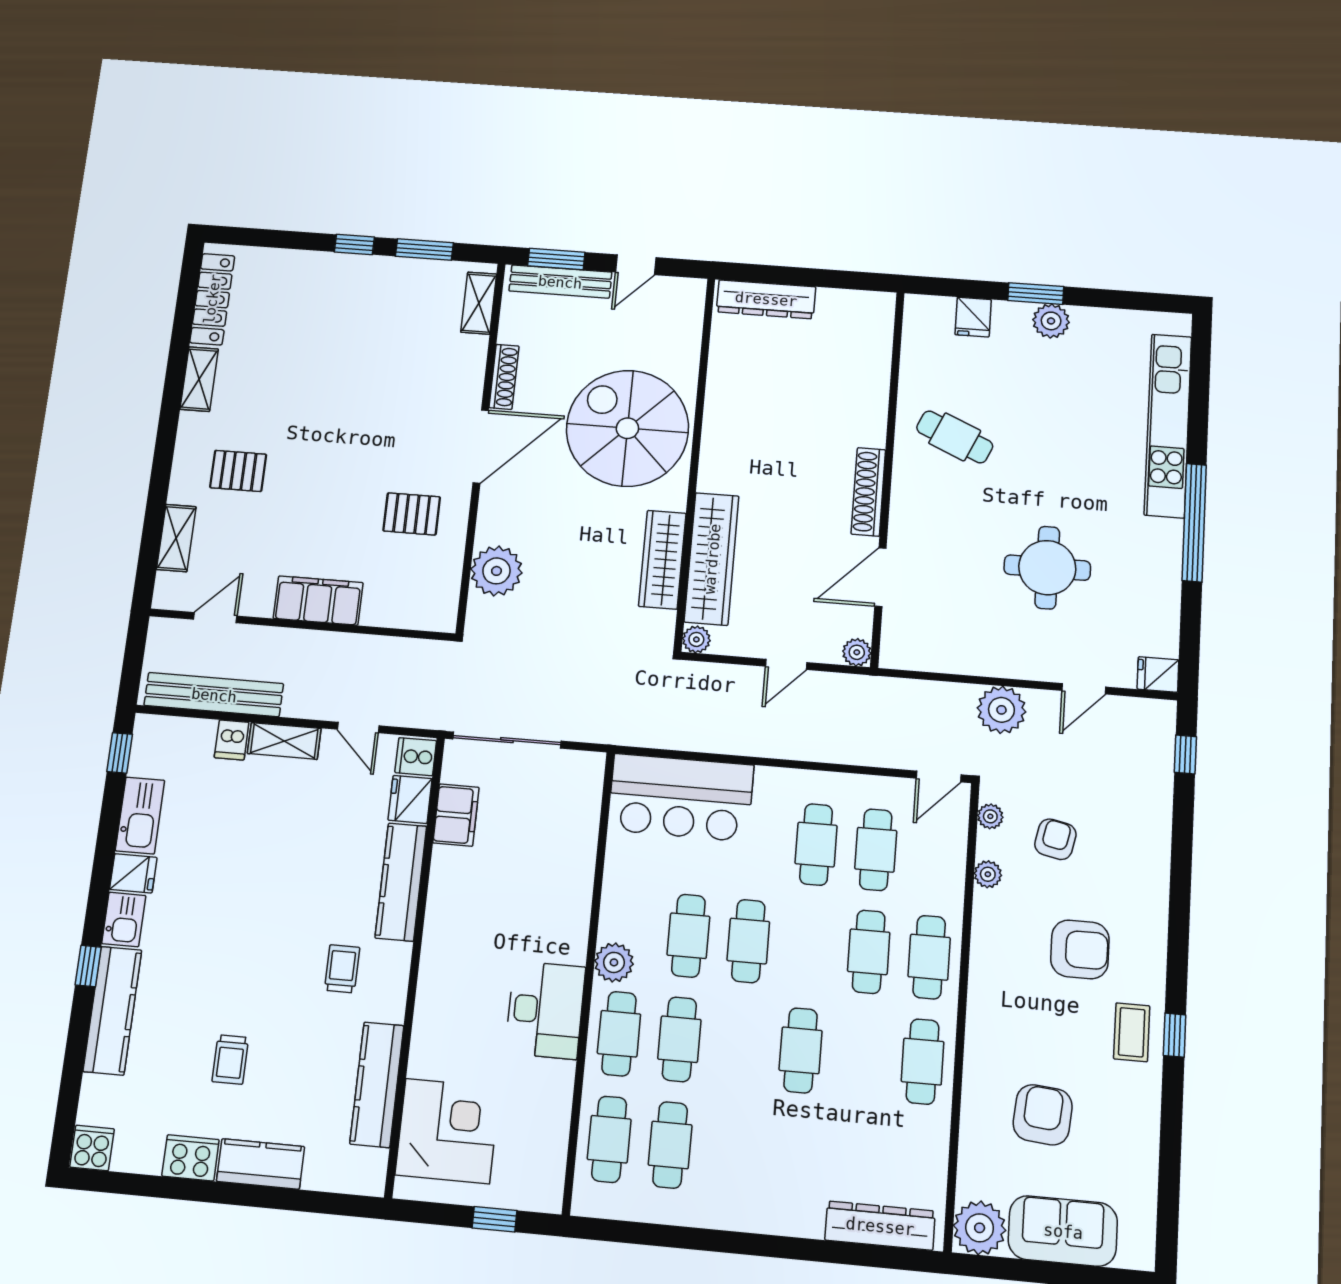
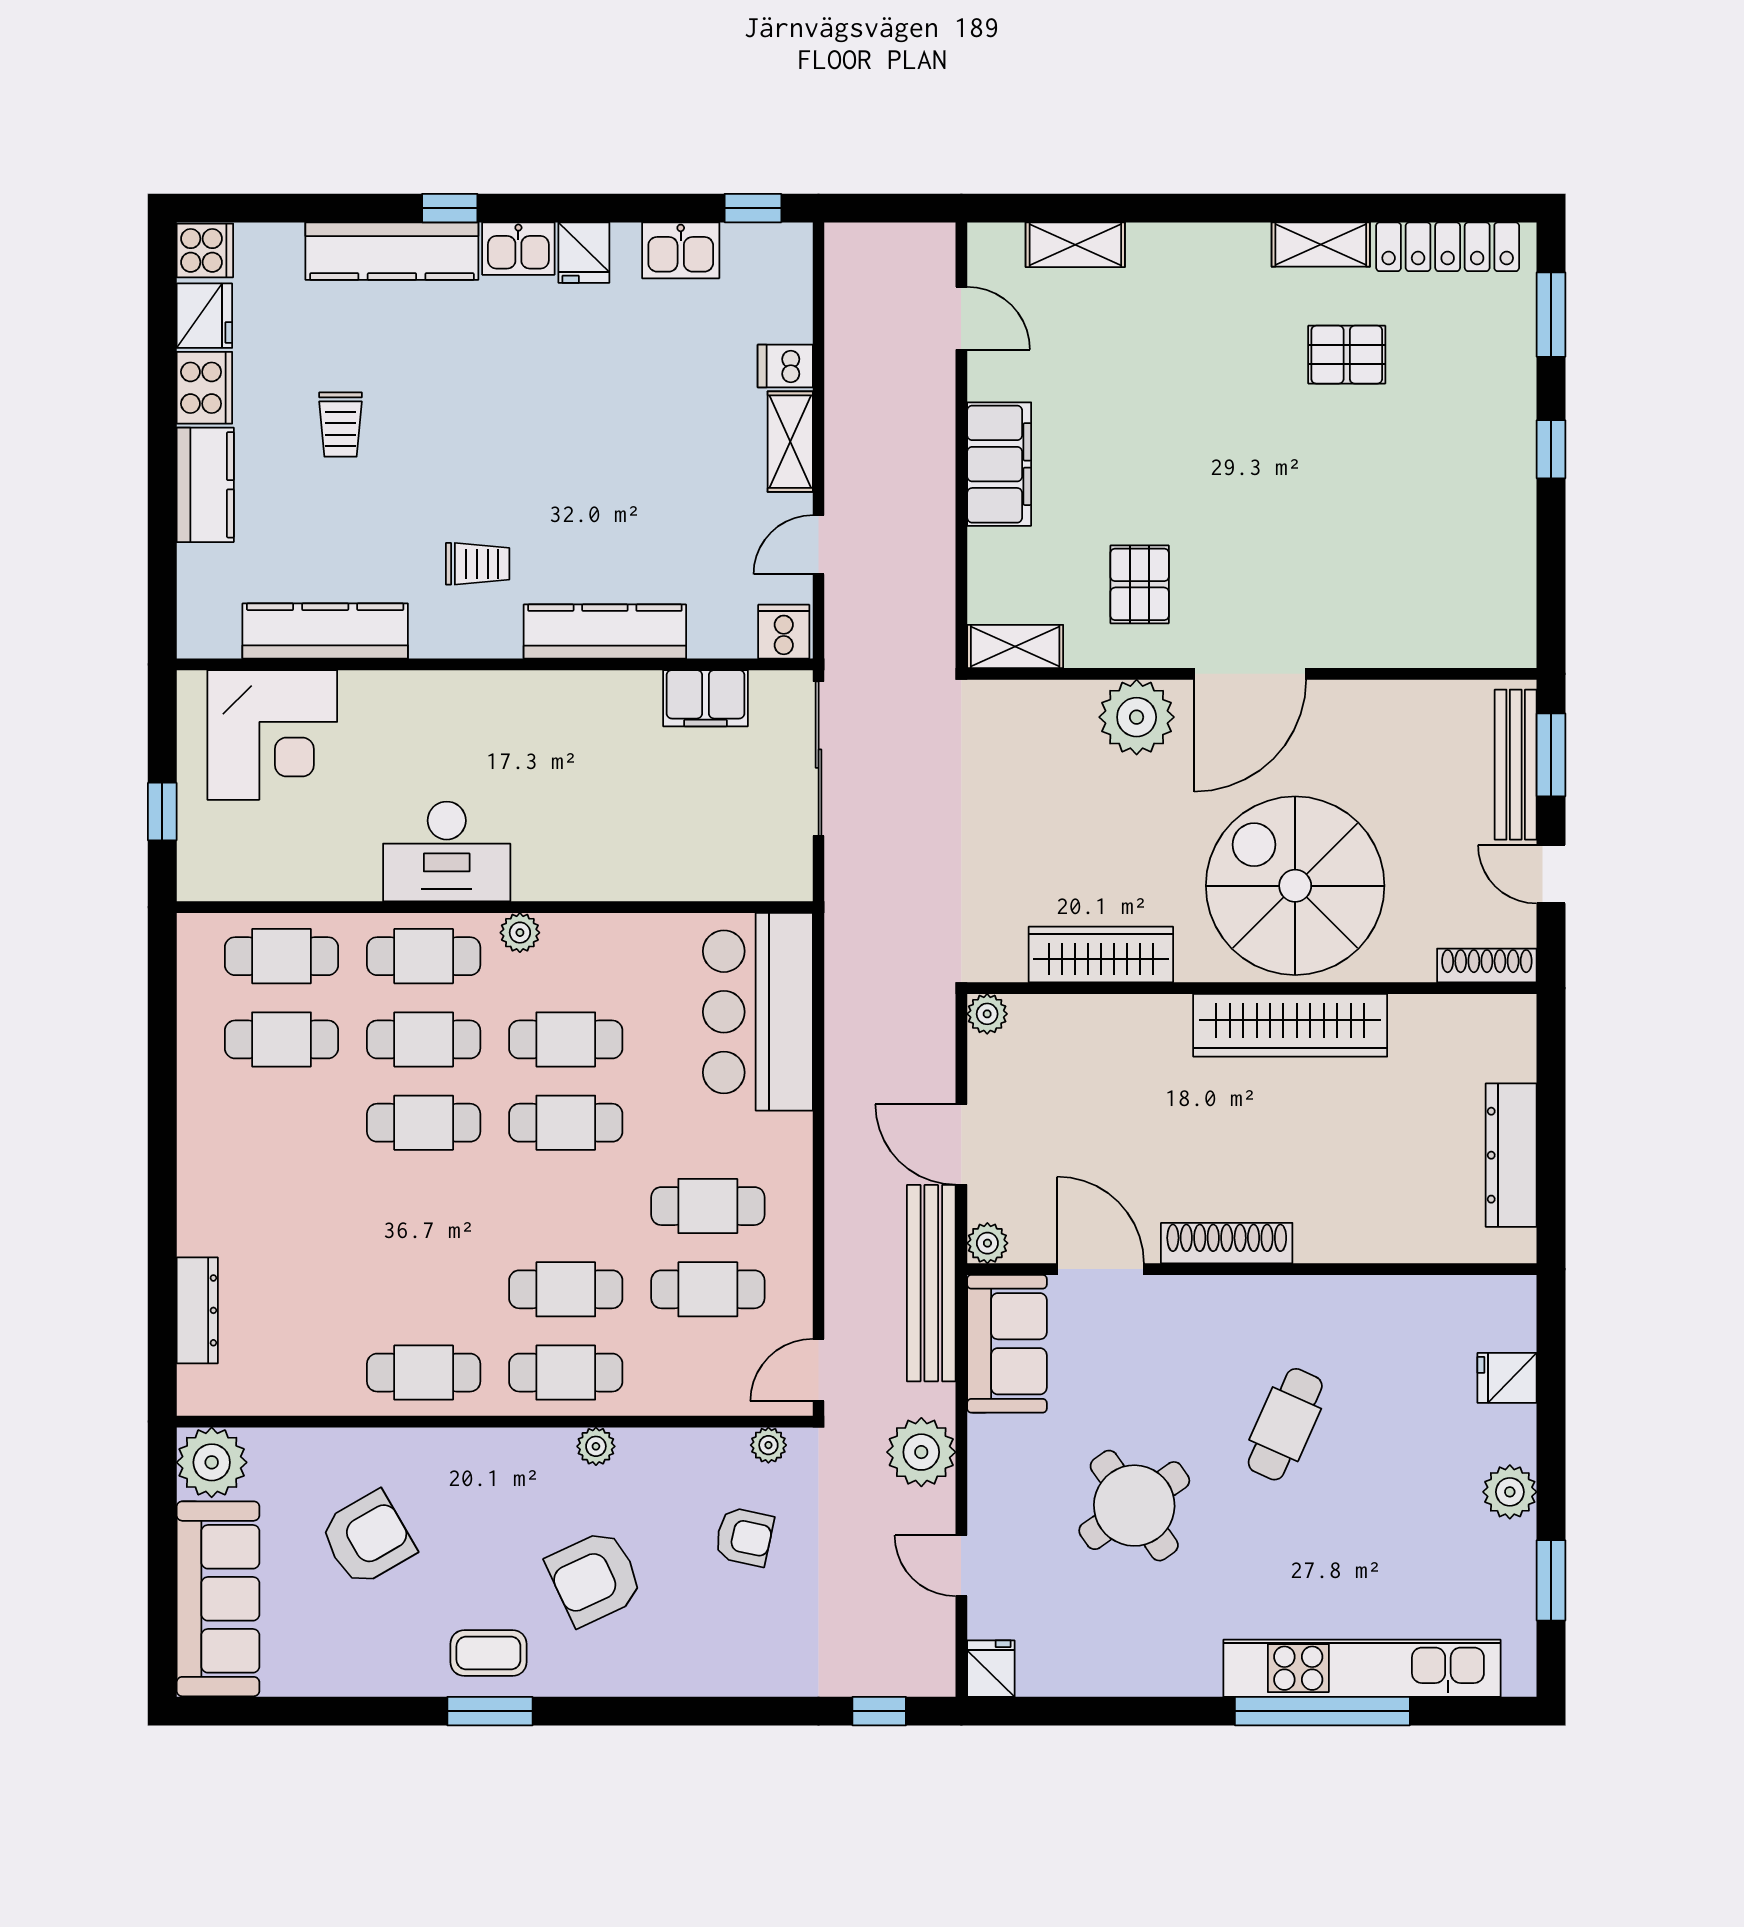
window: (424, 250) -> (1551, 315), moved
window: (1036, 294) -> (1551, 1580), moved
dresser: (766, 299) -> (1511, 1155), moved
shelving: (479, 303) -> (1015, 647), moved
shoe rack: (504, 377) -> (1487, 966), moved, turned 180
spiral stairs: (627, 428) -> (1295, 886), turned -90
cafe table: (955, 437) -> (1285, 1424), moved
door: (481, 446) -> (1250, 674), hinge flipped
pallet: (238, 471) -> (1347, 355), moved, turned 90
window: (1194, 523) -> (1322, 1711), moved
wardrobe: (712, 559) -> (1290, 1025), moved
round table: (1047, 568) -> (1134, 1506), turned -35
plant: (496, 571) -> (1137, 717), moved
sofa: (928, 645) -> (1007, 1344), added
door: (786, 664) -> (961, 1144), width x1.38
bench: (214, 695) -> (931, 1283), moved
door: (939, 777) -> (819, 1370), hinge flipped
fridge: (410, 799) -> (204, 316), moved, turned 90
kitchen sink: (140, 815) -> (681, 250), width x0.73
plant: (988, 874) -> (596, 1446), moved
armchair: (1080, 949) -> (595, 1578), turned 65
plant: (614, 962) -> (520, 933), width x0.73, depth x0.73
window: (1175, 1035) -> (490, 1711), width x1.50
cafe table: (801, 1050) -> (424, 1123), moved
trolley: (230, 1059) -> (341, 425), turned -90
armchair: (1043, 1115) -> (367, 1539), turned -35
dresser: (880, 1226) -> (197, 1310), width x0.73, depth x0.80
sofa: (1063, 1231) -> (218, 1599), width x1.36

